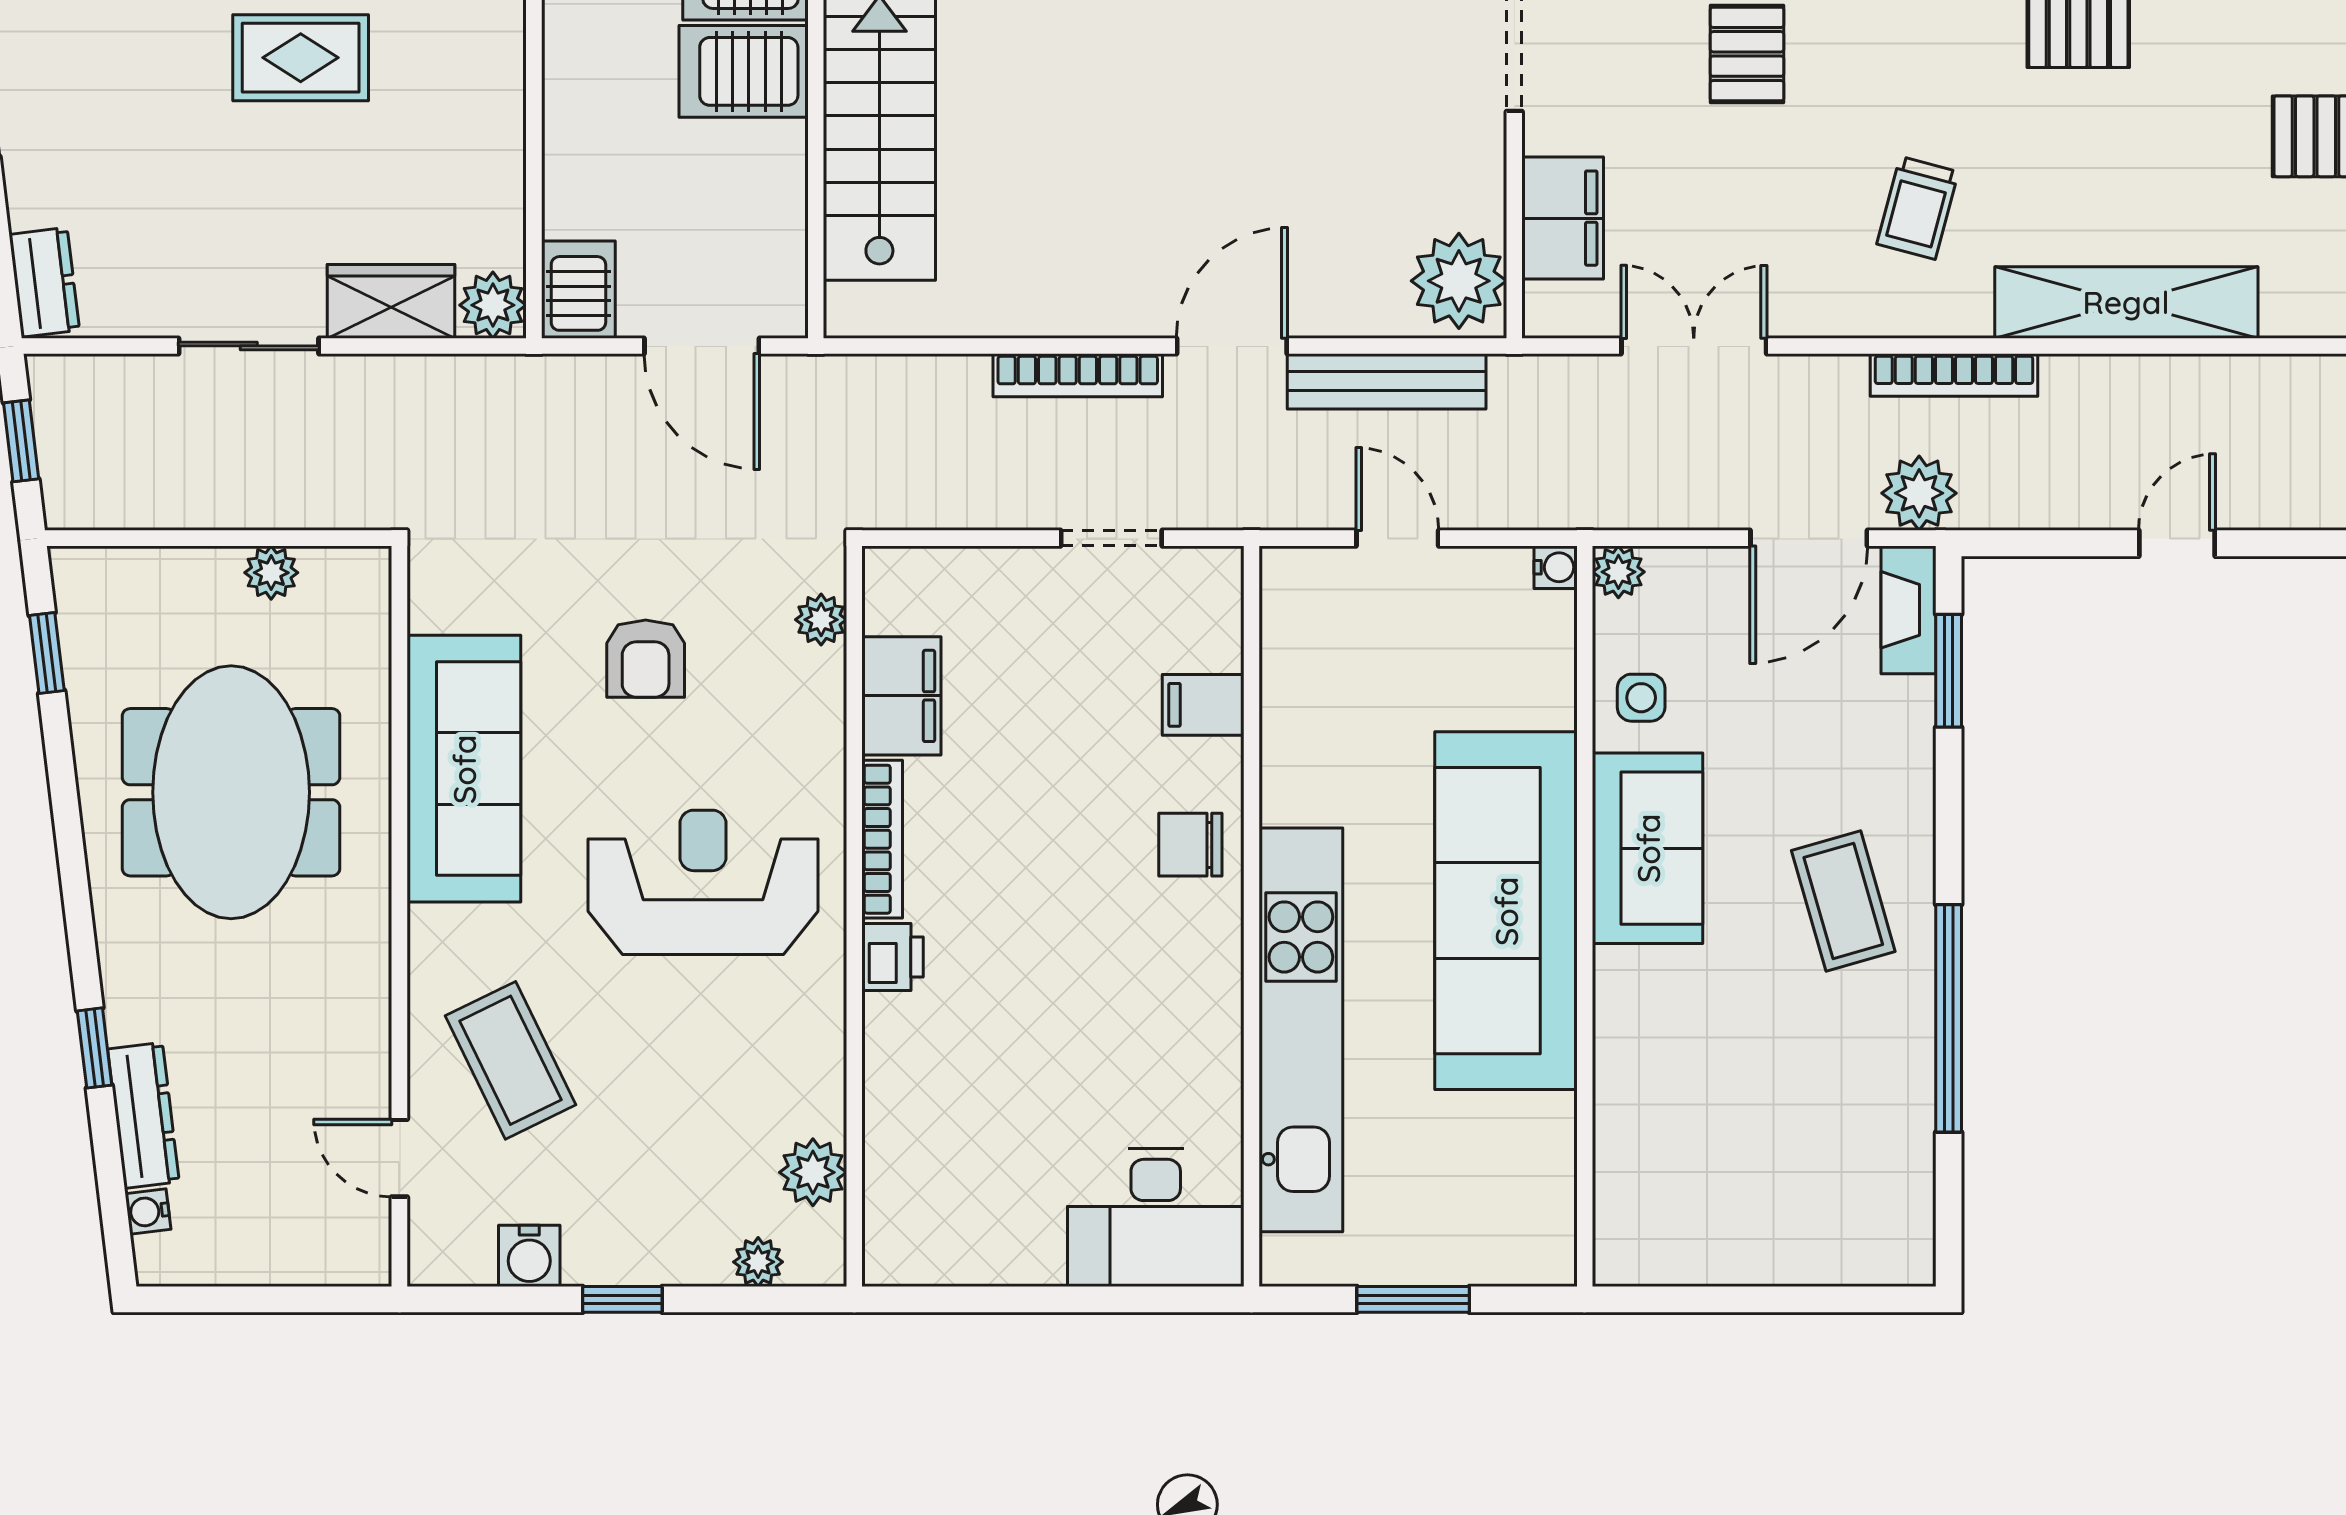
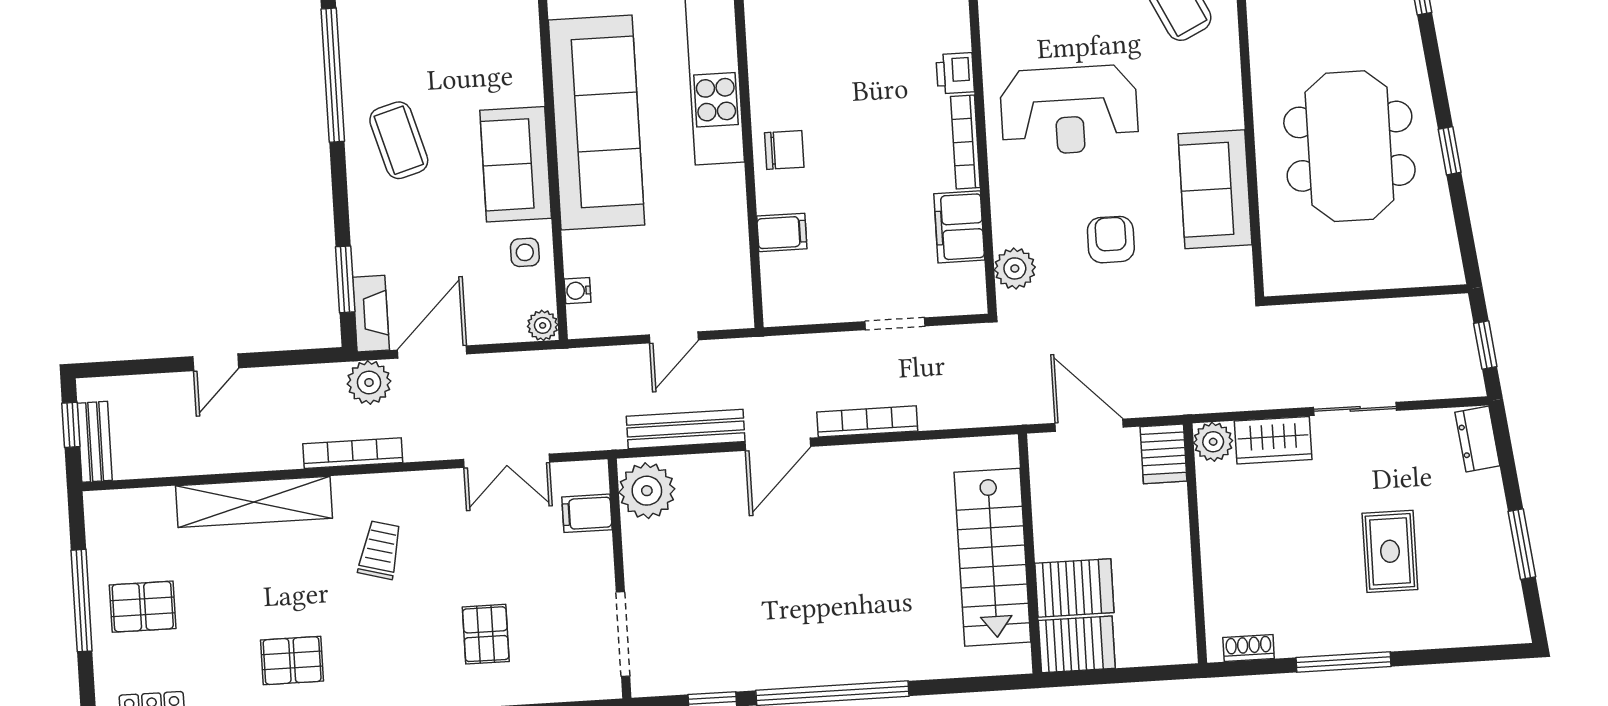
rug: (301, 58) -> (1390, 551), moved, turned 90
filing cabinet: (1563, 218) -> (587, 513), width x0.50
doorway: (1111, 538) -> (895, 324), moved
door: (1397, 538) -> (674, 337), hinge flipped
water cooler: (1556, 567) -> (578, 291), moved
plant: (271, 573) -> (1334, 277), removed
plant: (821, 620) -> (1015, 268), width x1.38, depth x1.38
window: (47, 653) -> (1450, 151), moved
sofa: (464, 769) -> (1215, 189), width x0.73

